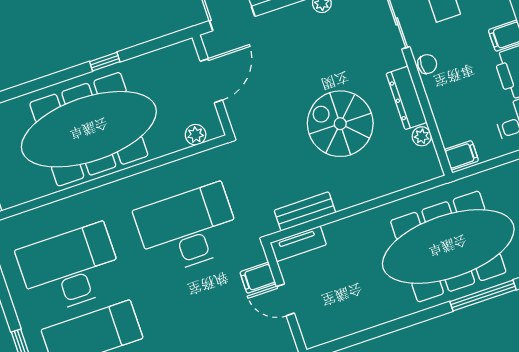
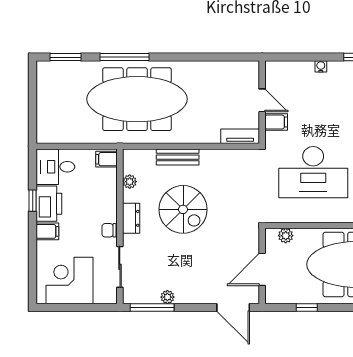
window: (105, 62) -> (307, 307), moved
dresser: (406, 98) -> (131, 218), width x0.70
bench: (305, 211) -> (178, 157), moved

